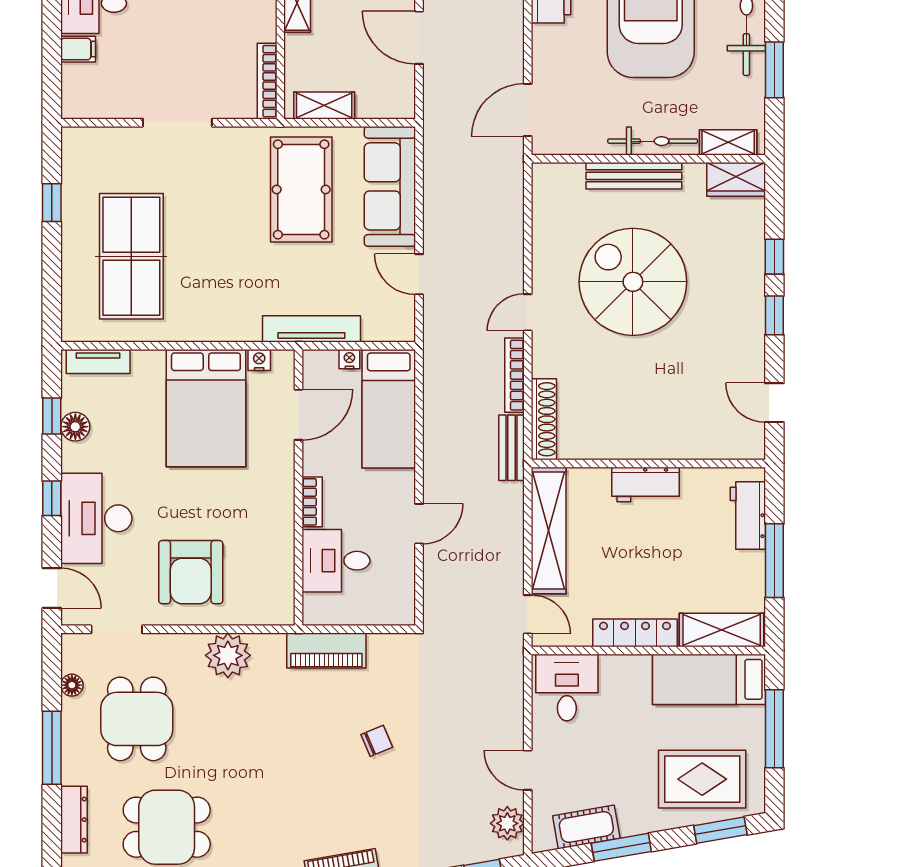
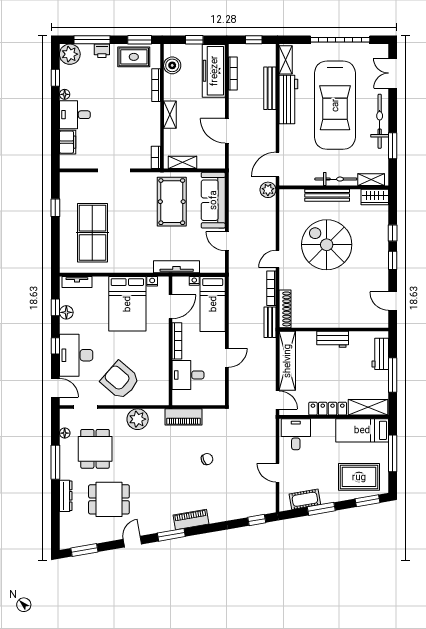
filing cabinet: (78, 49) -> (68, 142), width x2.00
bookcase: (267, 81) -> (156, 157), width x0.64
bookcase: (312, 502) -> (177, 341), width x1.56
armchair: (191, 572) -> (120, 380), turned 131
plant: (507, 823) -> (268, 190), moved

